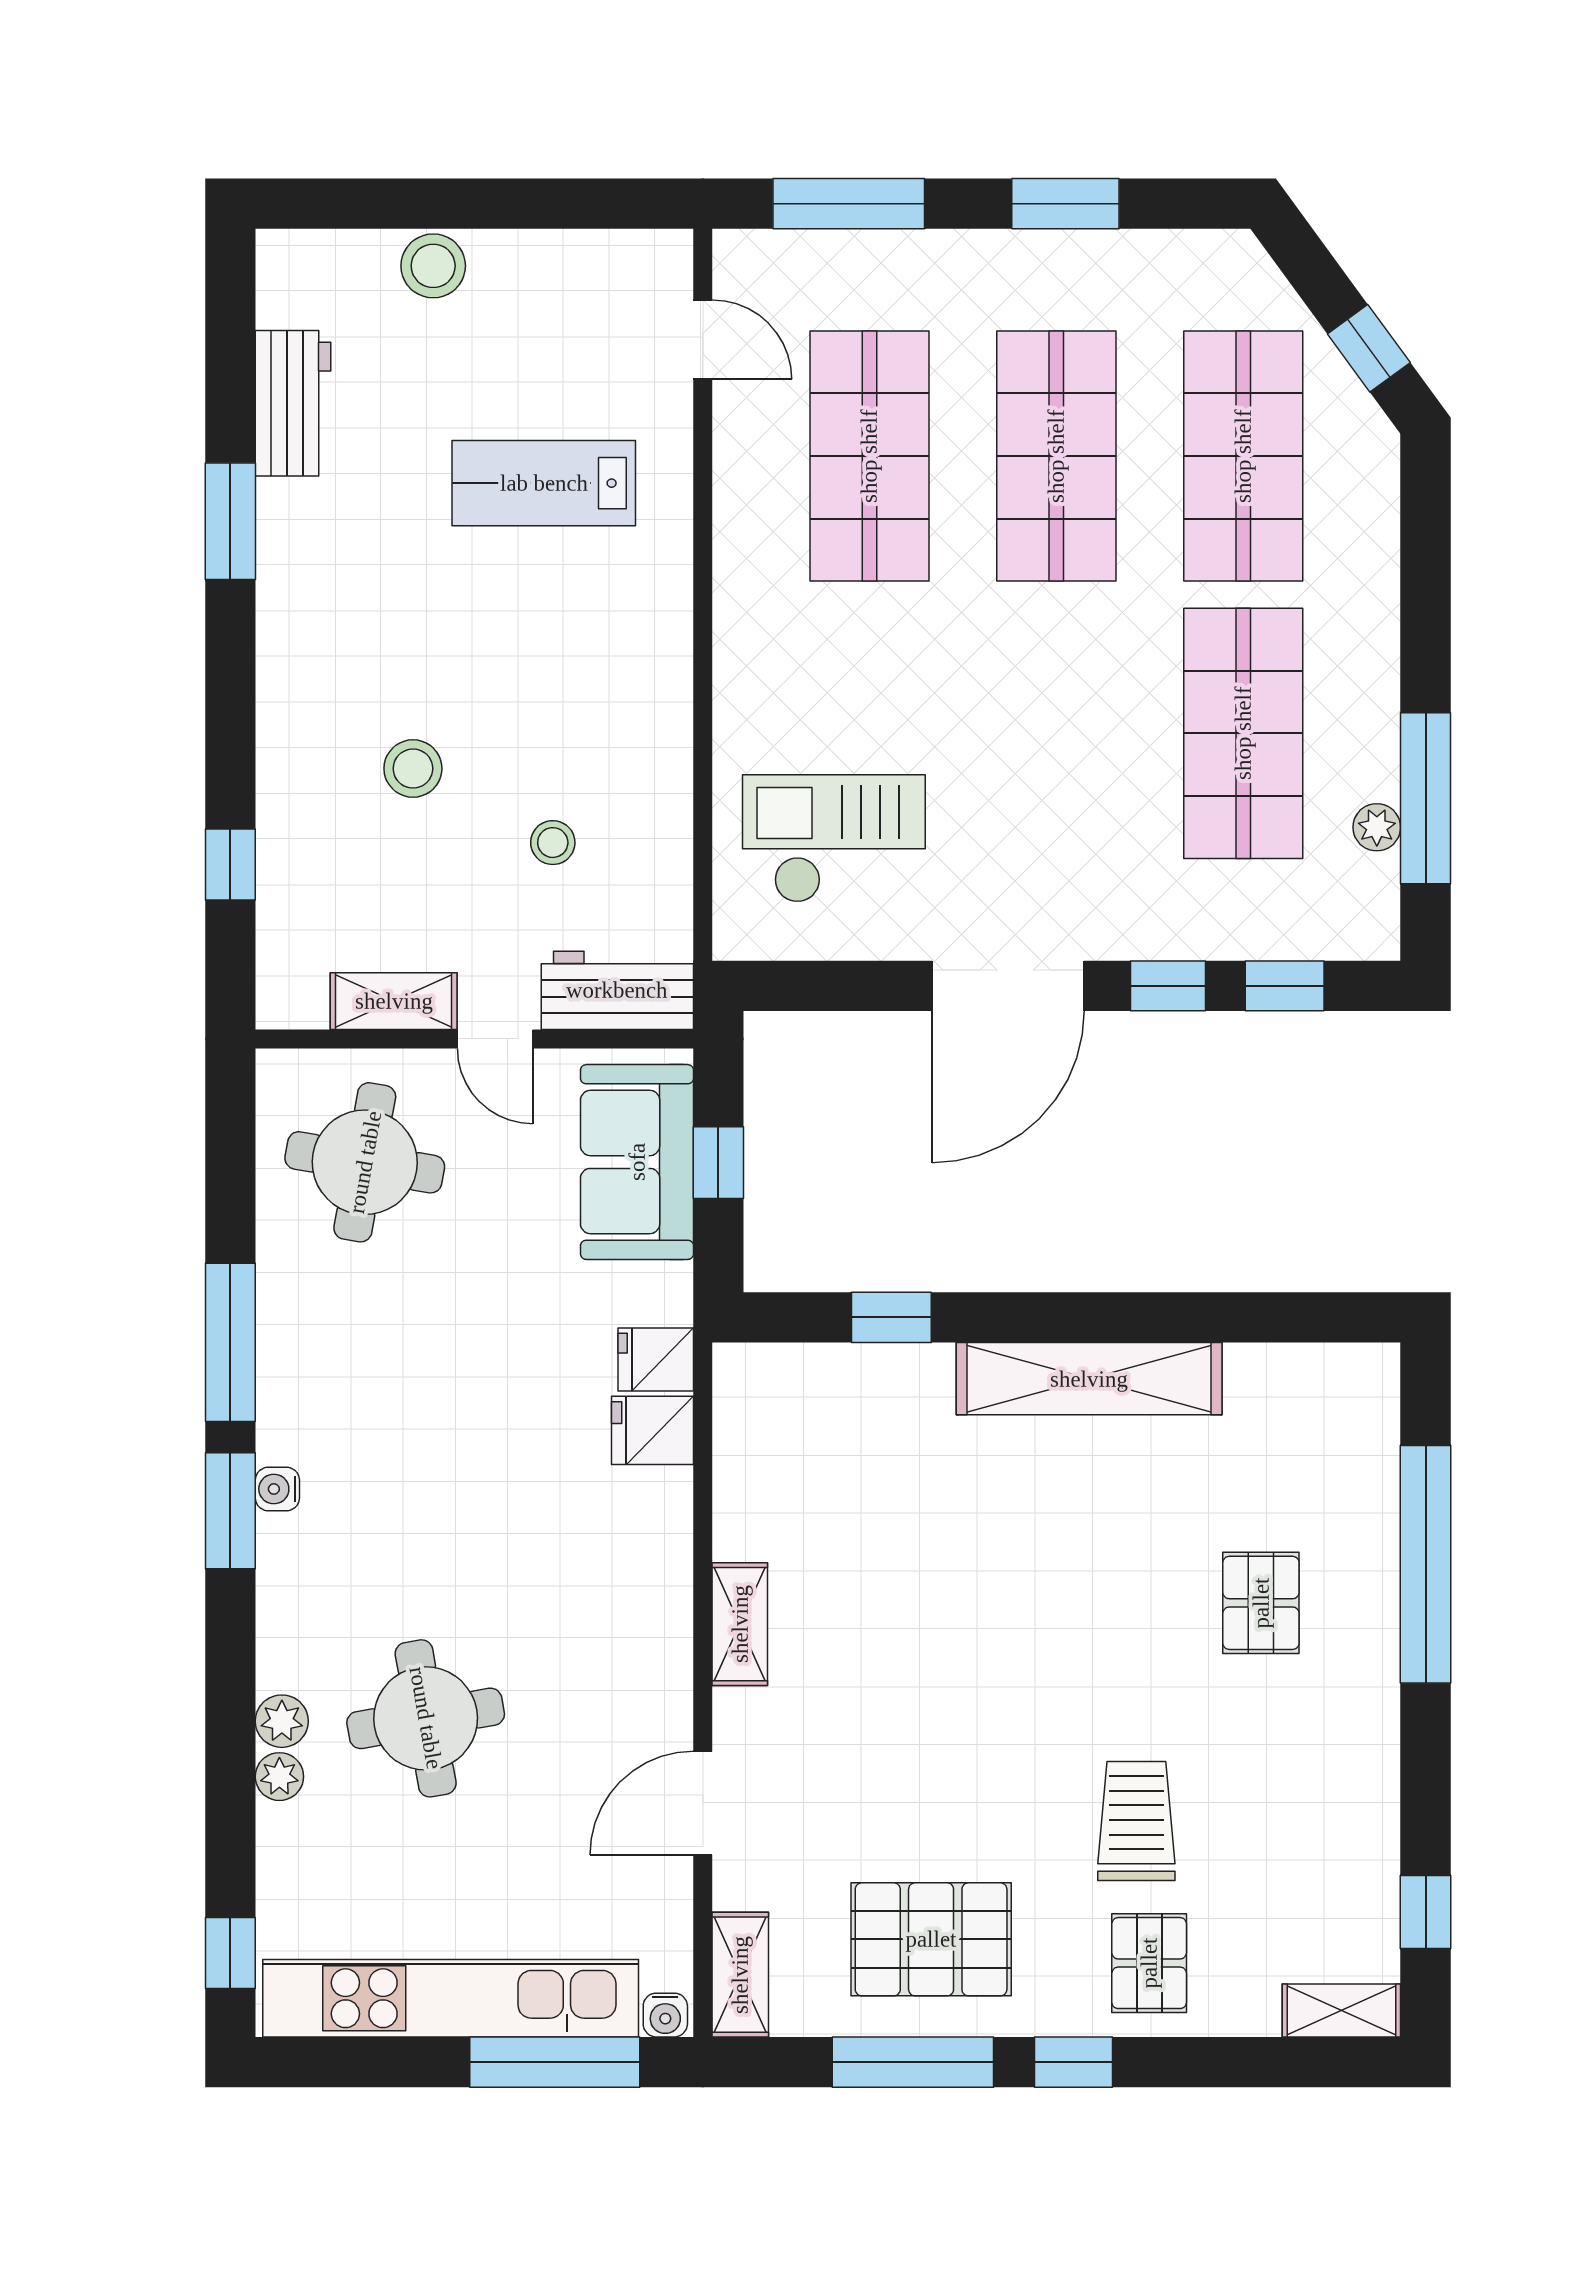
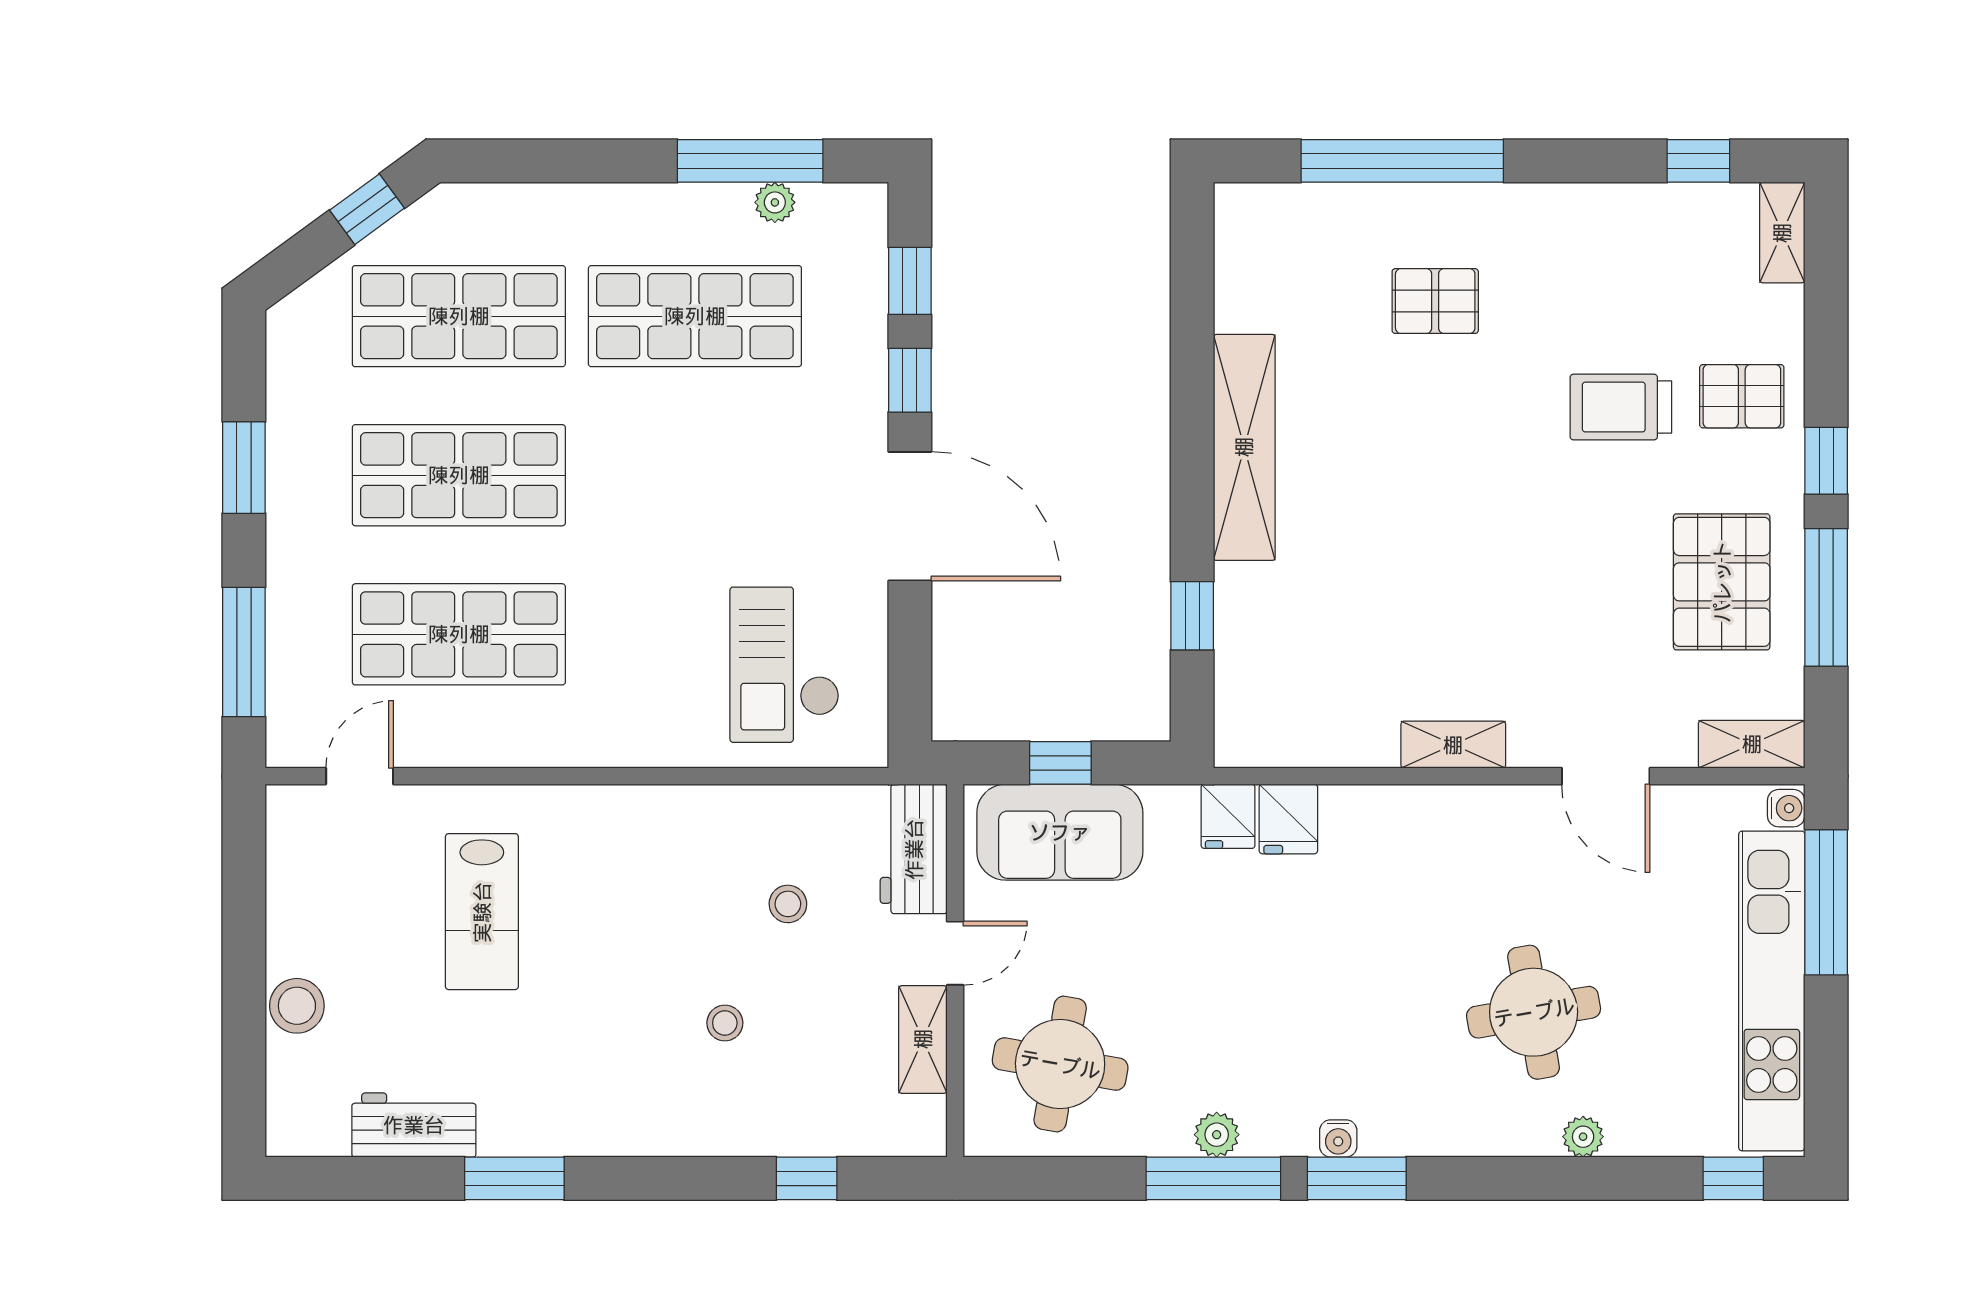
stool: (413, 769) -> (725, 1023), width x0.73, depth x0.73
plant: (282, 1721) -> (1217, 1135), moved

